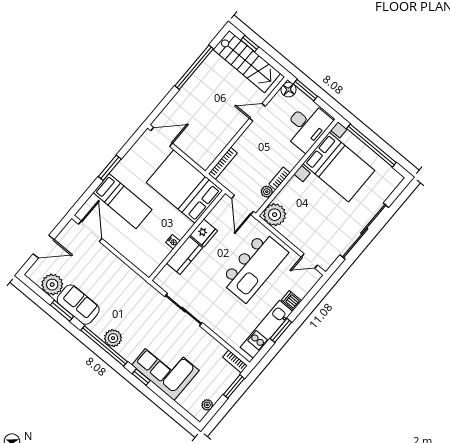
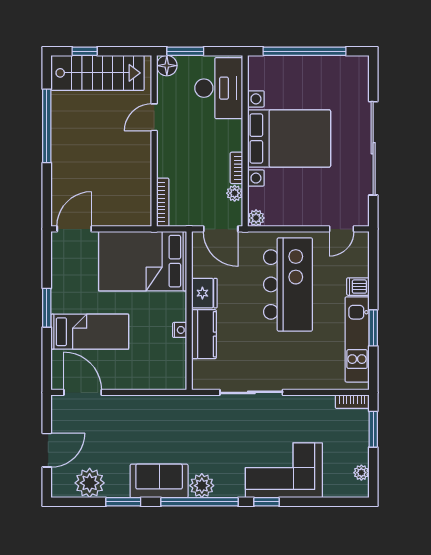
bed with nightstands: (339, 167) -> (289, 138), moved
plant: (275, 215) -> (256, 218), width x0.53, depth x0.53
sofa: (78, 305) -> (159, 481), moved

